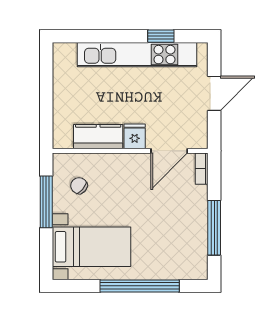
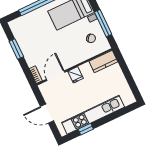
door: (214, 93) -> (47, 114), hinge flipped
kitchen counter: (98, 137) -> (103, 62), moved
window: (214, 228) -> (16, 49), width x0.69

